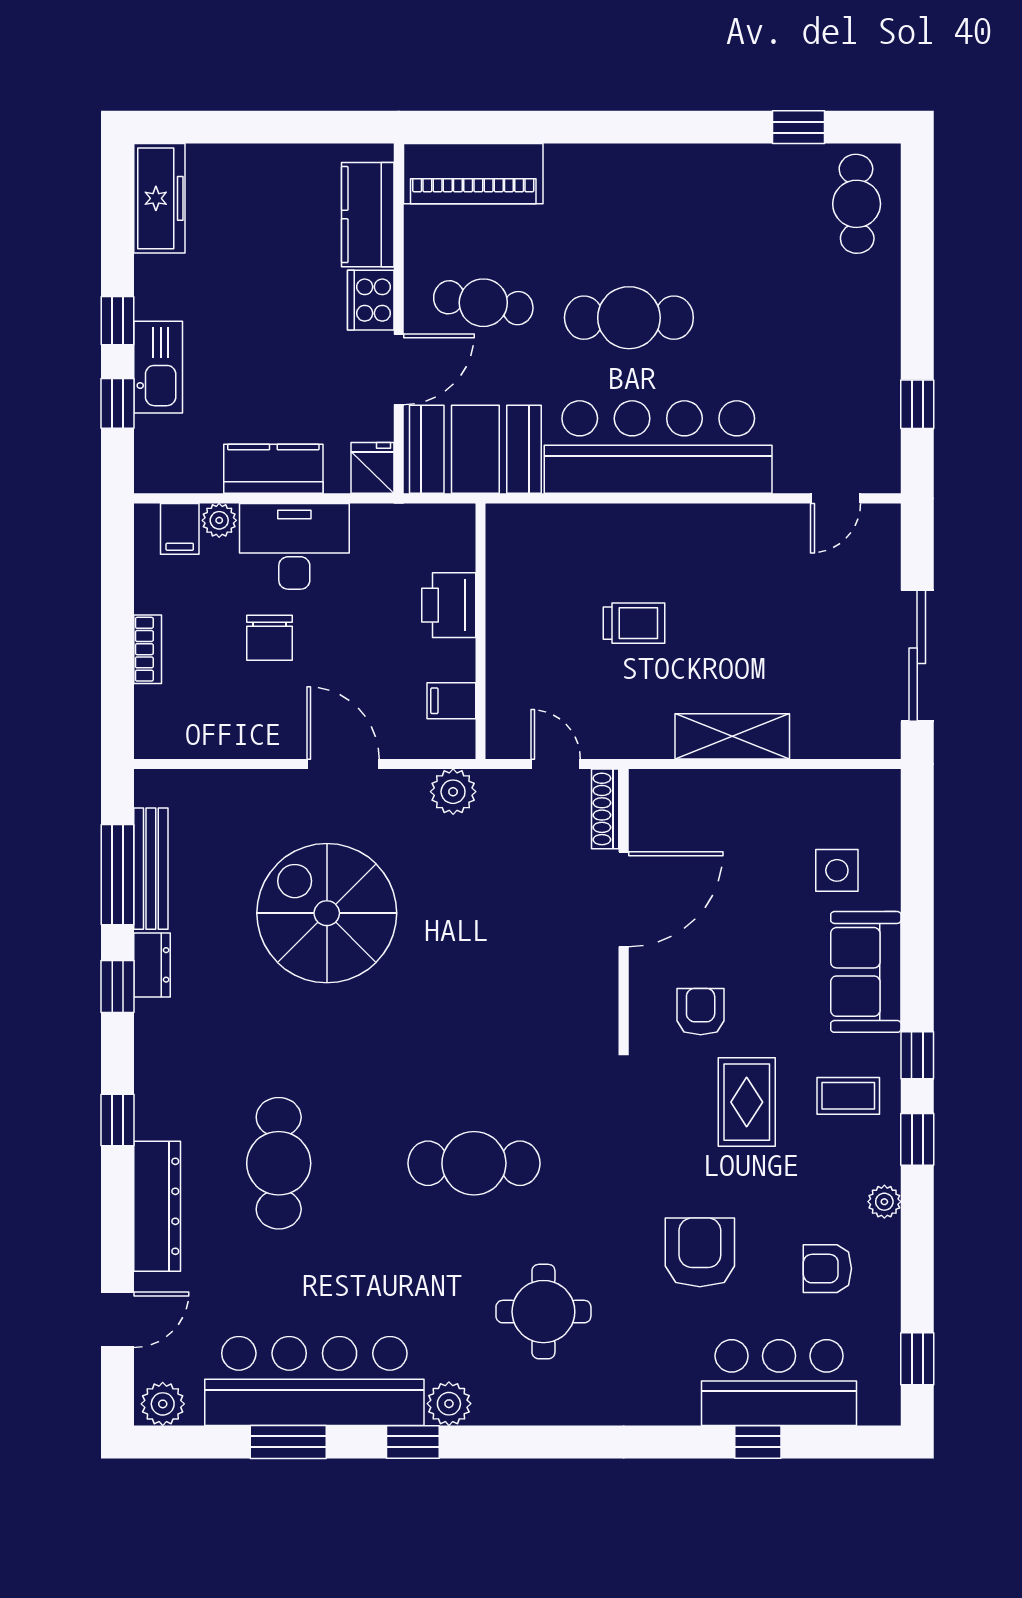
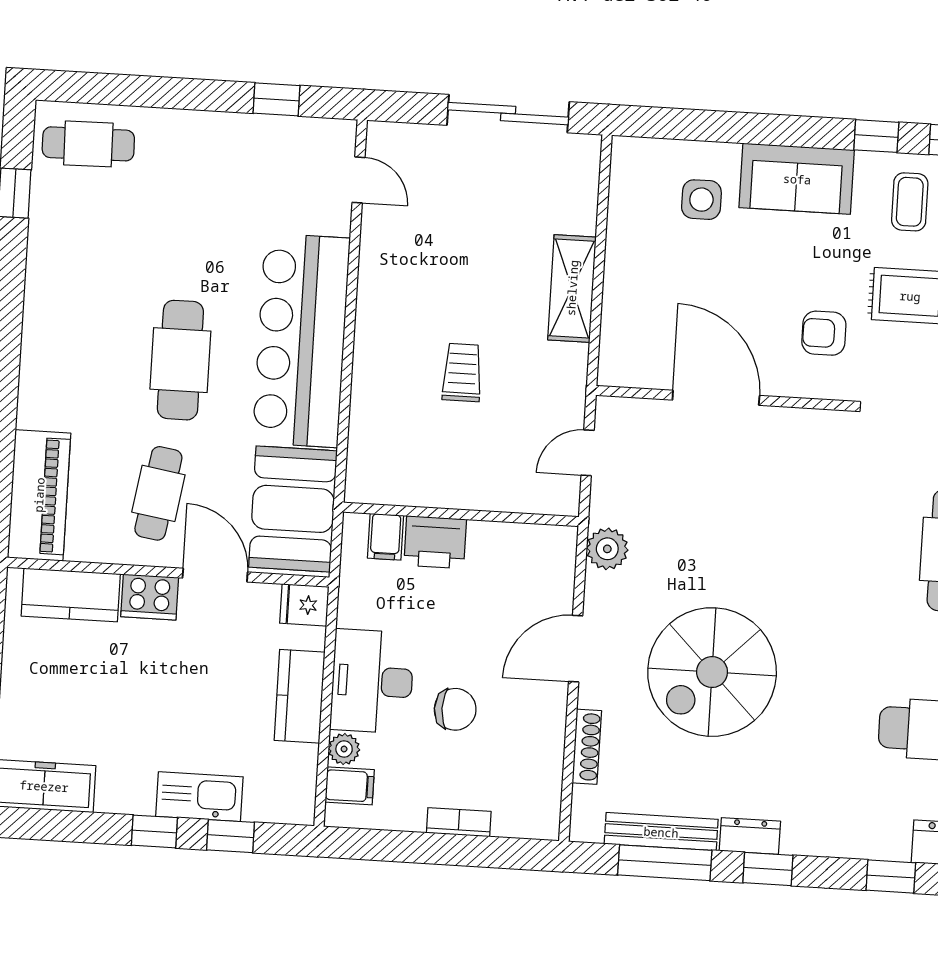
filing cabinet: (451, 701) -> (386, 537), moved
shoe rack: (605, 809) -> (587, 747), moved, turned -90

